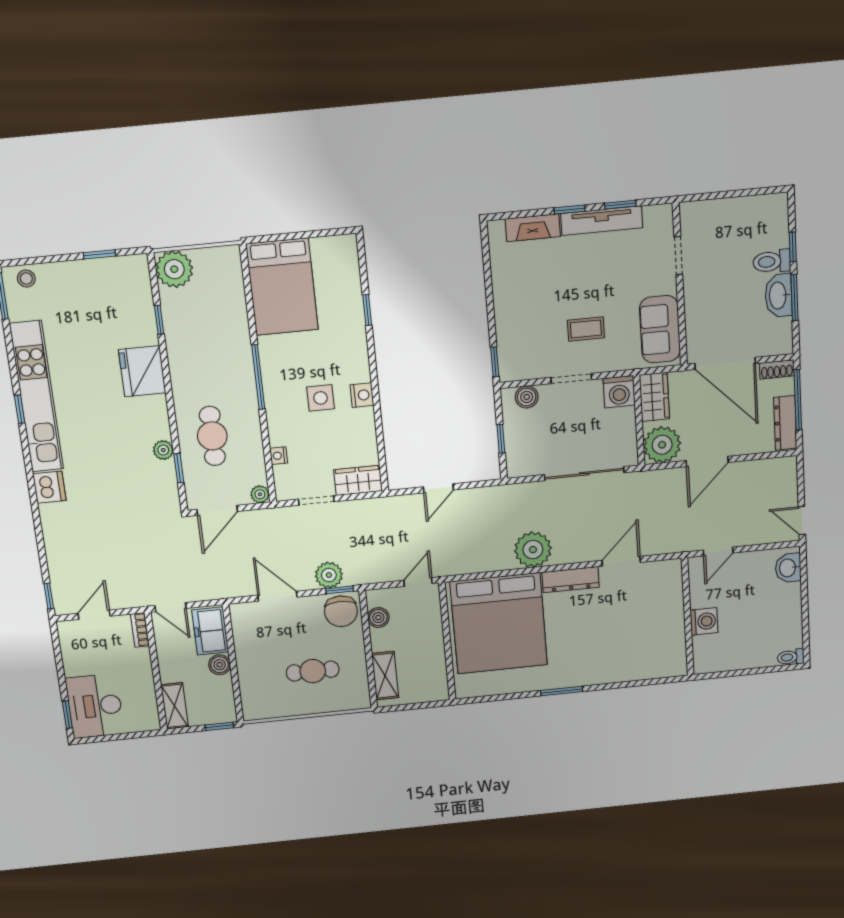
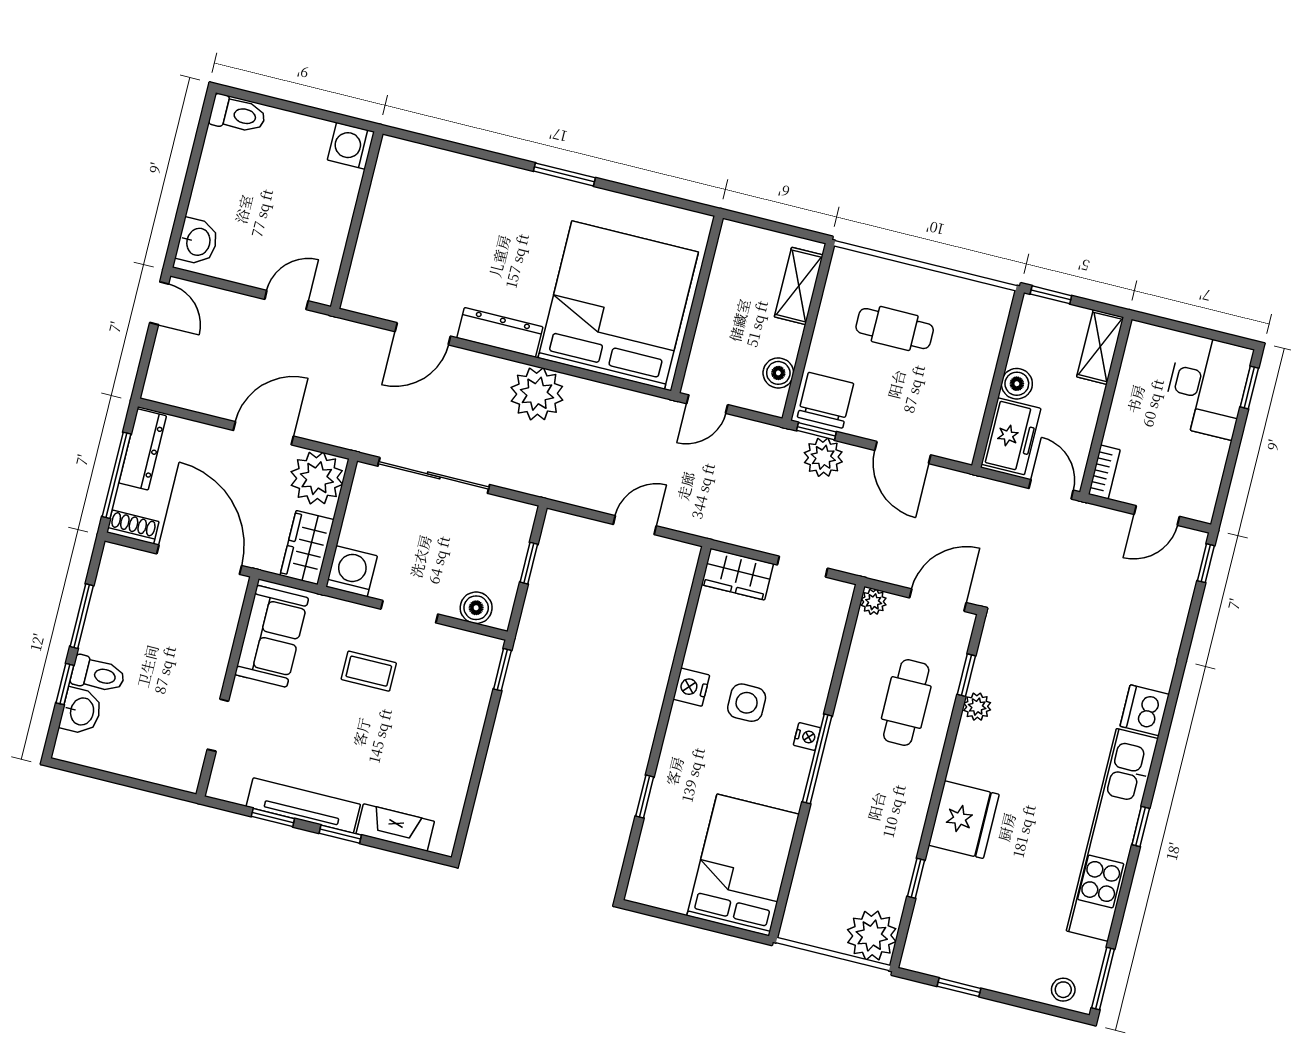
washbasin: (778, 295) -> (81, 711), moved, width x0.72
nightstand: (279, 456) -> (807, 737), moved
washing machine: (704, 621) -> (351, 146), moved
toilet: (791, 657) -> (238, 114), width x1.37, depth x1.39

